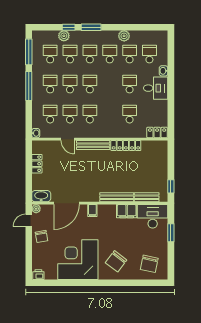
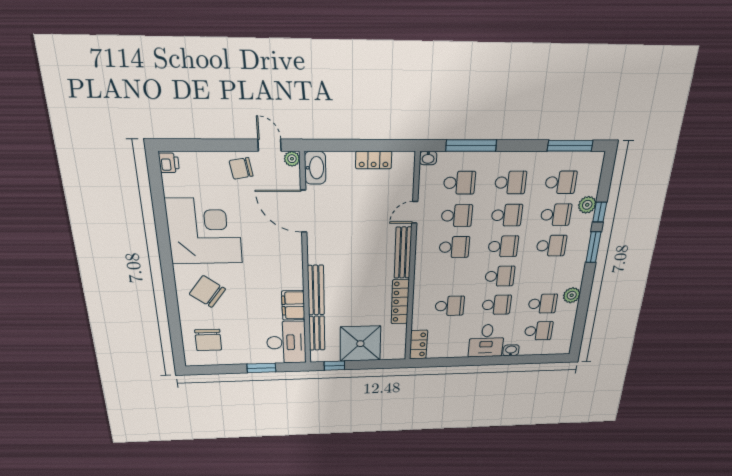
school desk: (110, 54) -> (500, 276), moved
window: (29, 86) -> (471, 146), moved
shower: (155, 170) -> (360, 344), added
filing cabinet: (92, 210) -> (292, 253), removed
chair: (149, 264) -> (208, 340), turned -102

